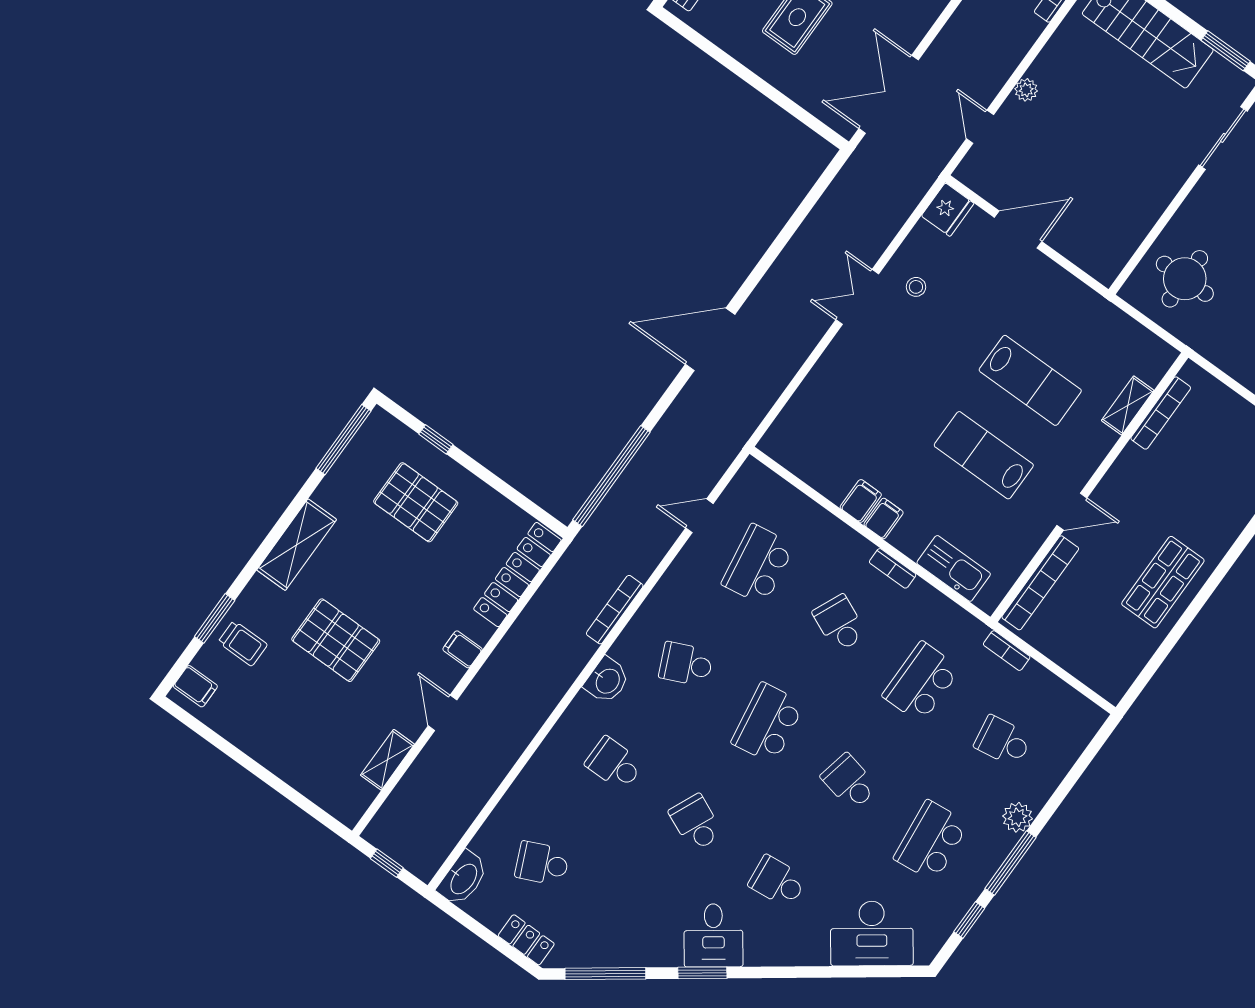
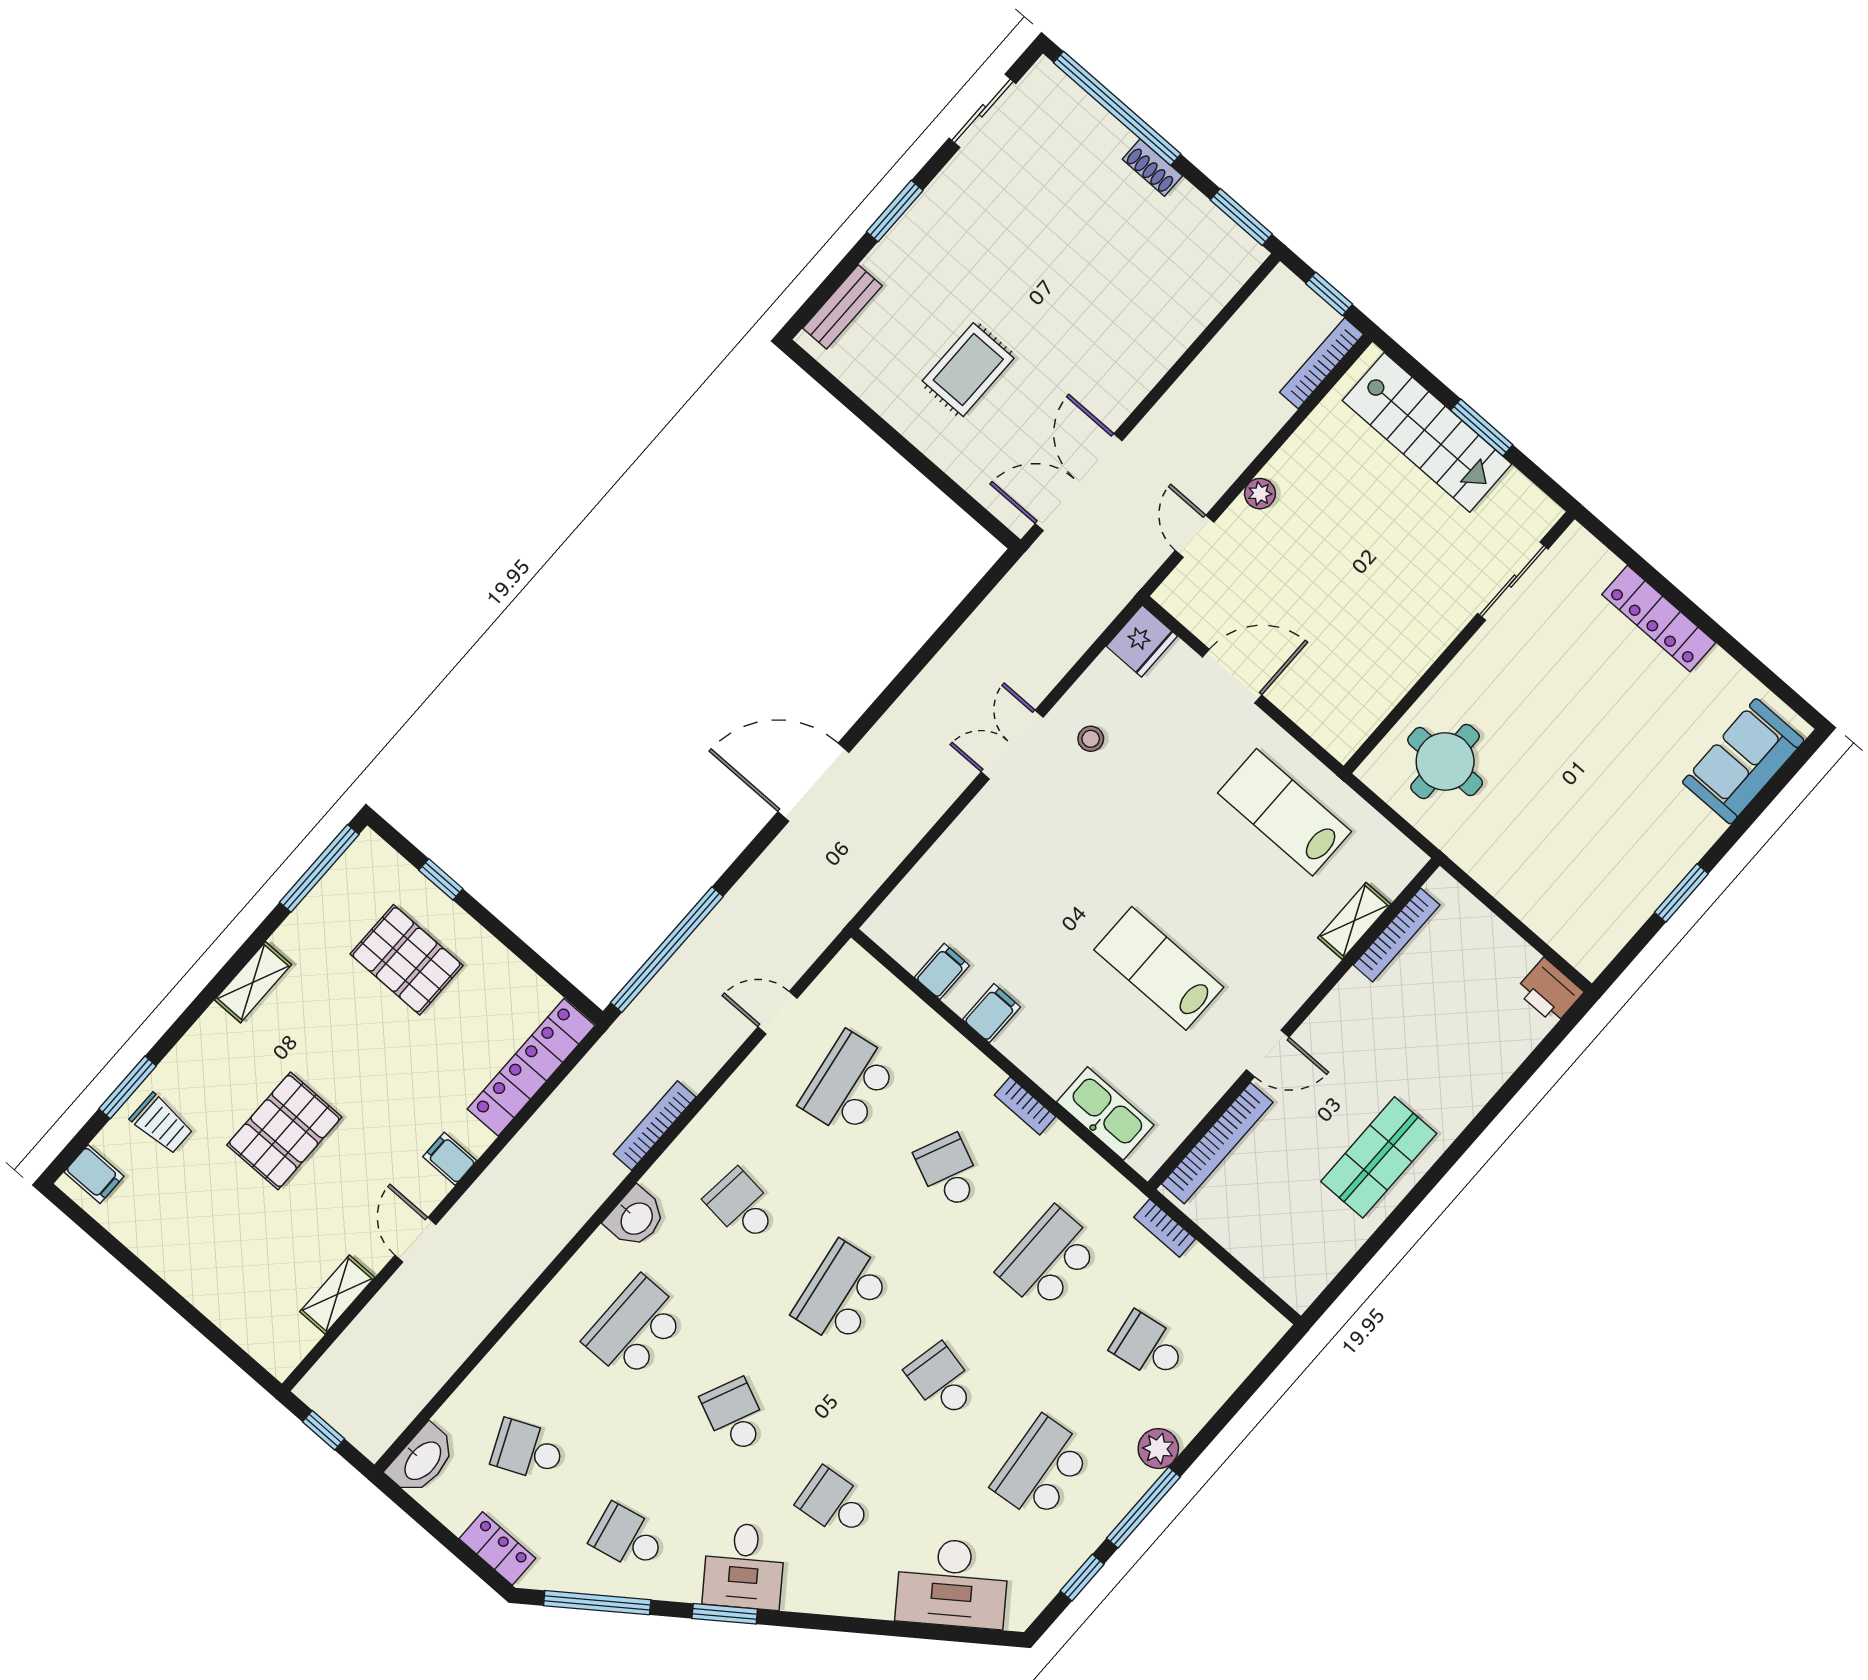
window: (1226, 51) -> (1482, 428), moved
lab bench: (1030, 380) -> (1284, 812), moved, turned 180
filing cabinet: (884, 519) -> (942, 971), moved
shelving: (297, 545) -> (253, 982), width x0.67, depth x0.75
pallet: (336, 640) -> (284, 1131), turned 90
school desk: (686, 664) -> (742, 1206), turned 30
school desk: (614, 764) -> (635, 1328), width x1.85
school desk: (624, 922) -> (628, 1538), added

